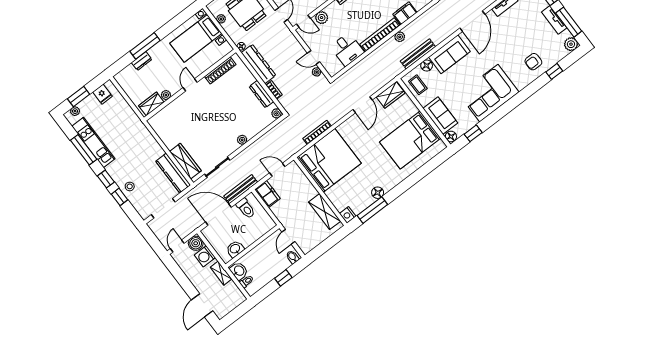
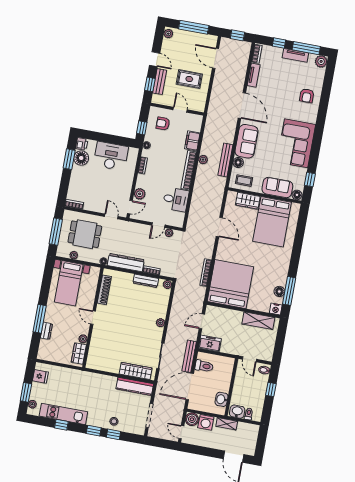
window: (554, 71) -> (326, 90), removed
wardrobe: (391, 95) -> (248, 201), moved, turned 90
window: (84, 150) -> (61, 425), width x0.46
floor lamp: (378, 193) -> (279, 291), moved

